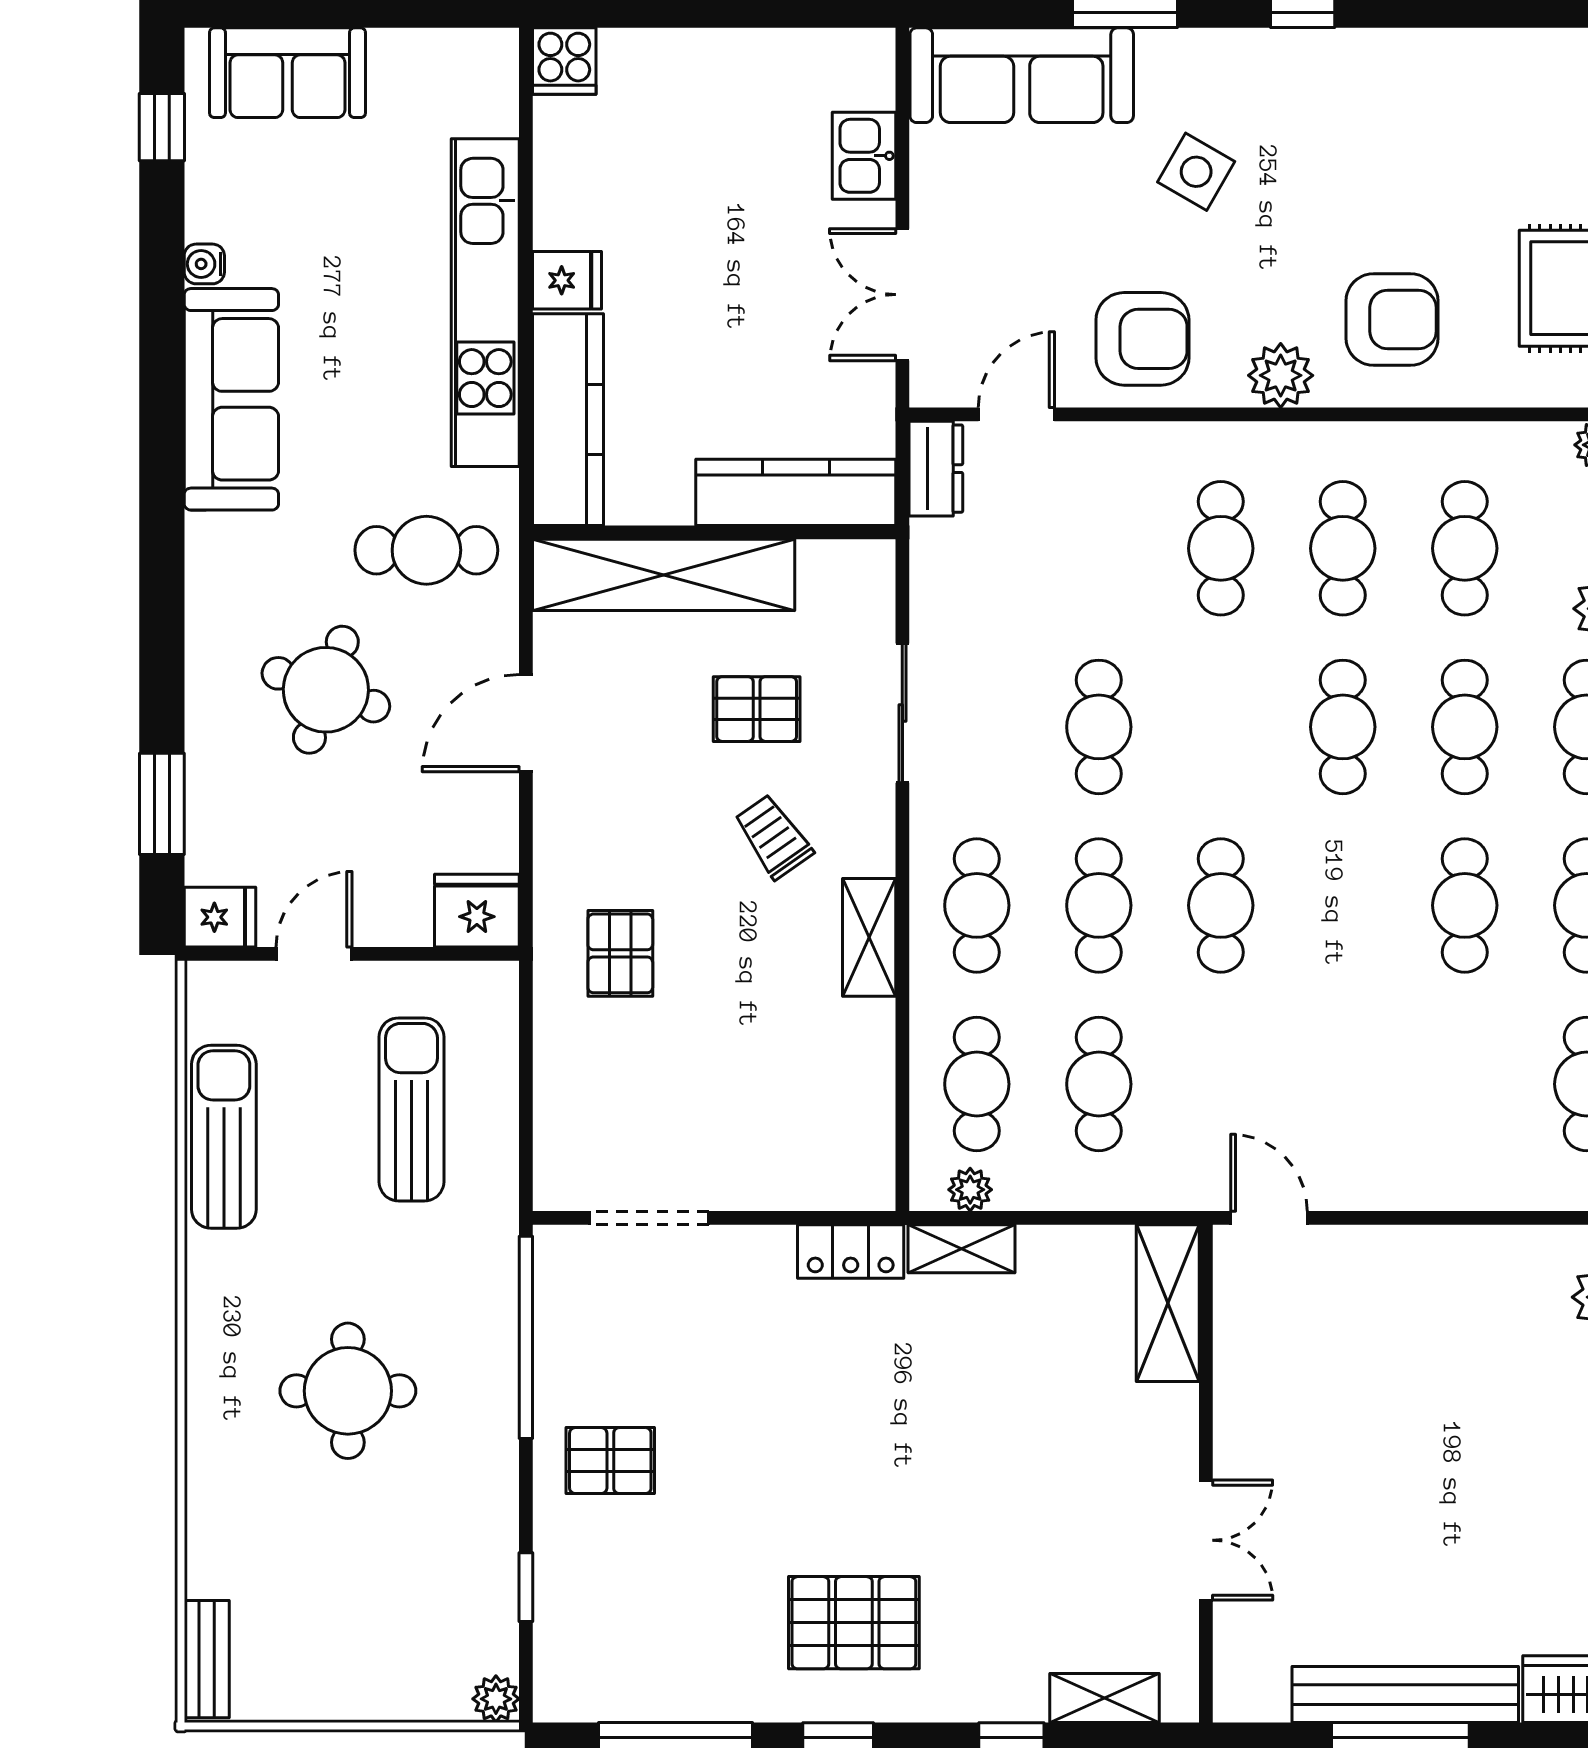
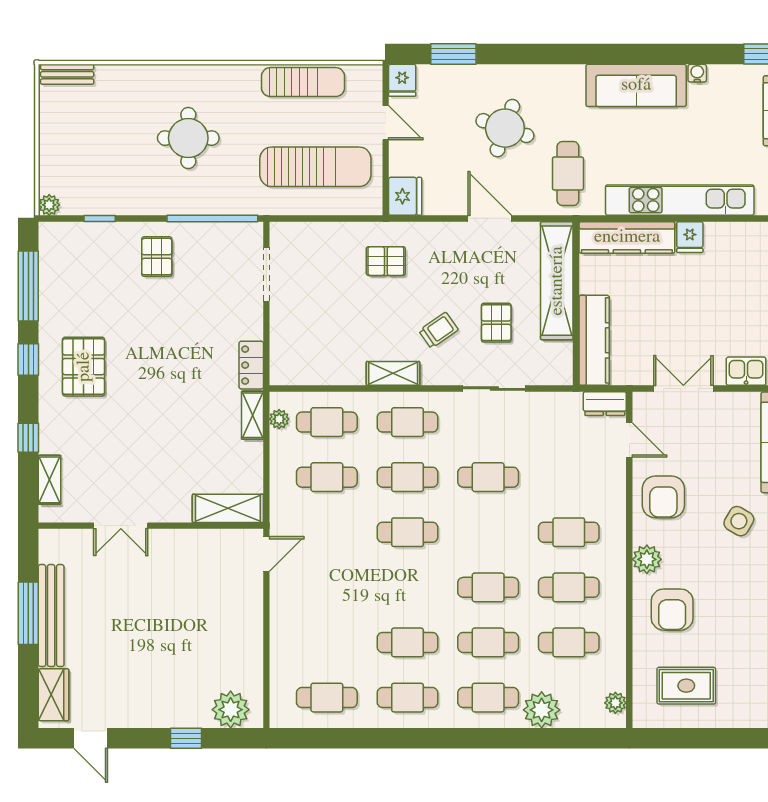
sun lounger: (411, 1109) -> (315, 167), width x1.36, depth x1.34

